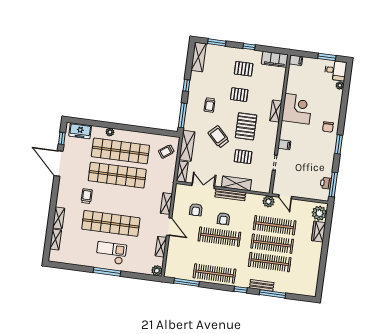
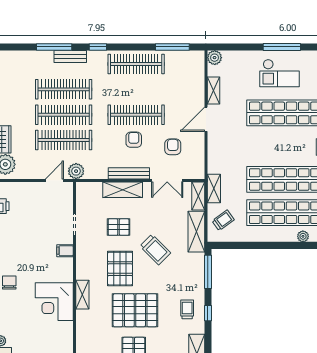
pallet: (239, 95) -> (135, 310), width x2.05, depth x2.00
trolley: (210, 105) -> (187, 309), moved
door: (285, 197) -> (54, 180), hinge flipped
shelving: (166, 204) -> (214, 189), moved
door: (169, 227) -> (206, 119), hinge flipped

